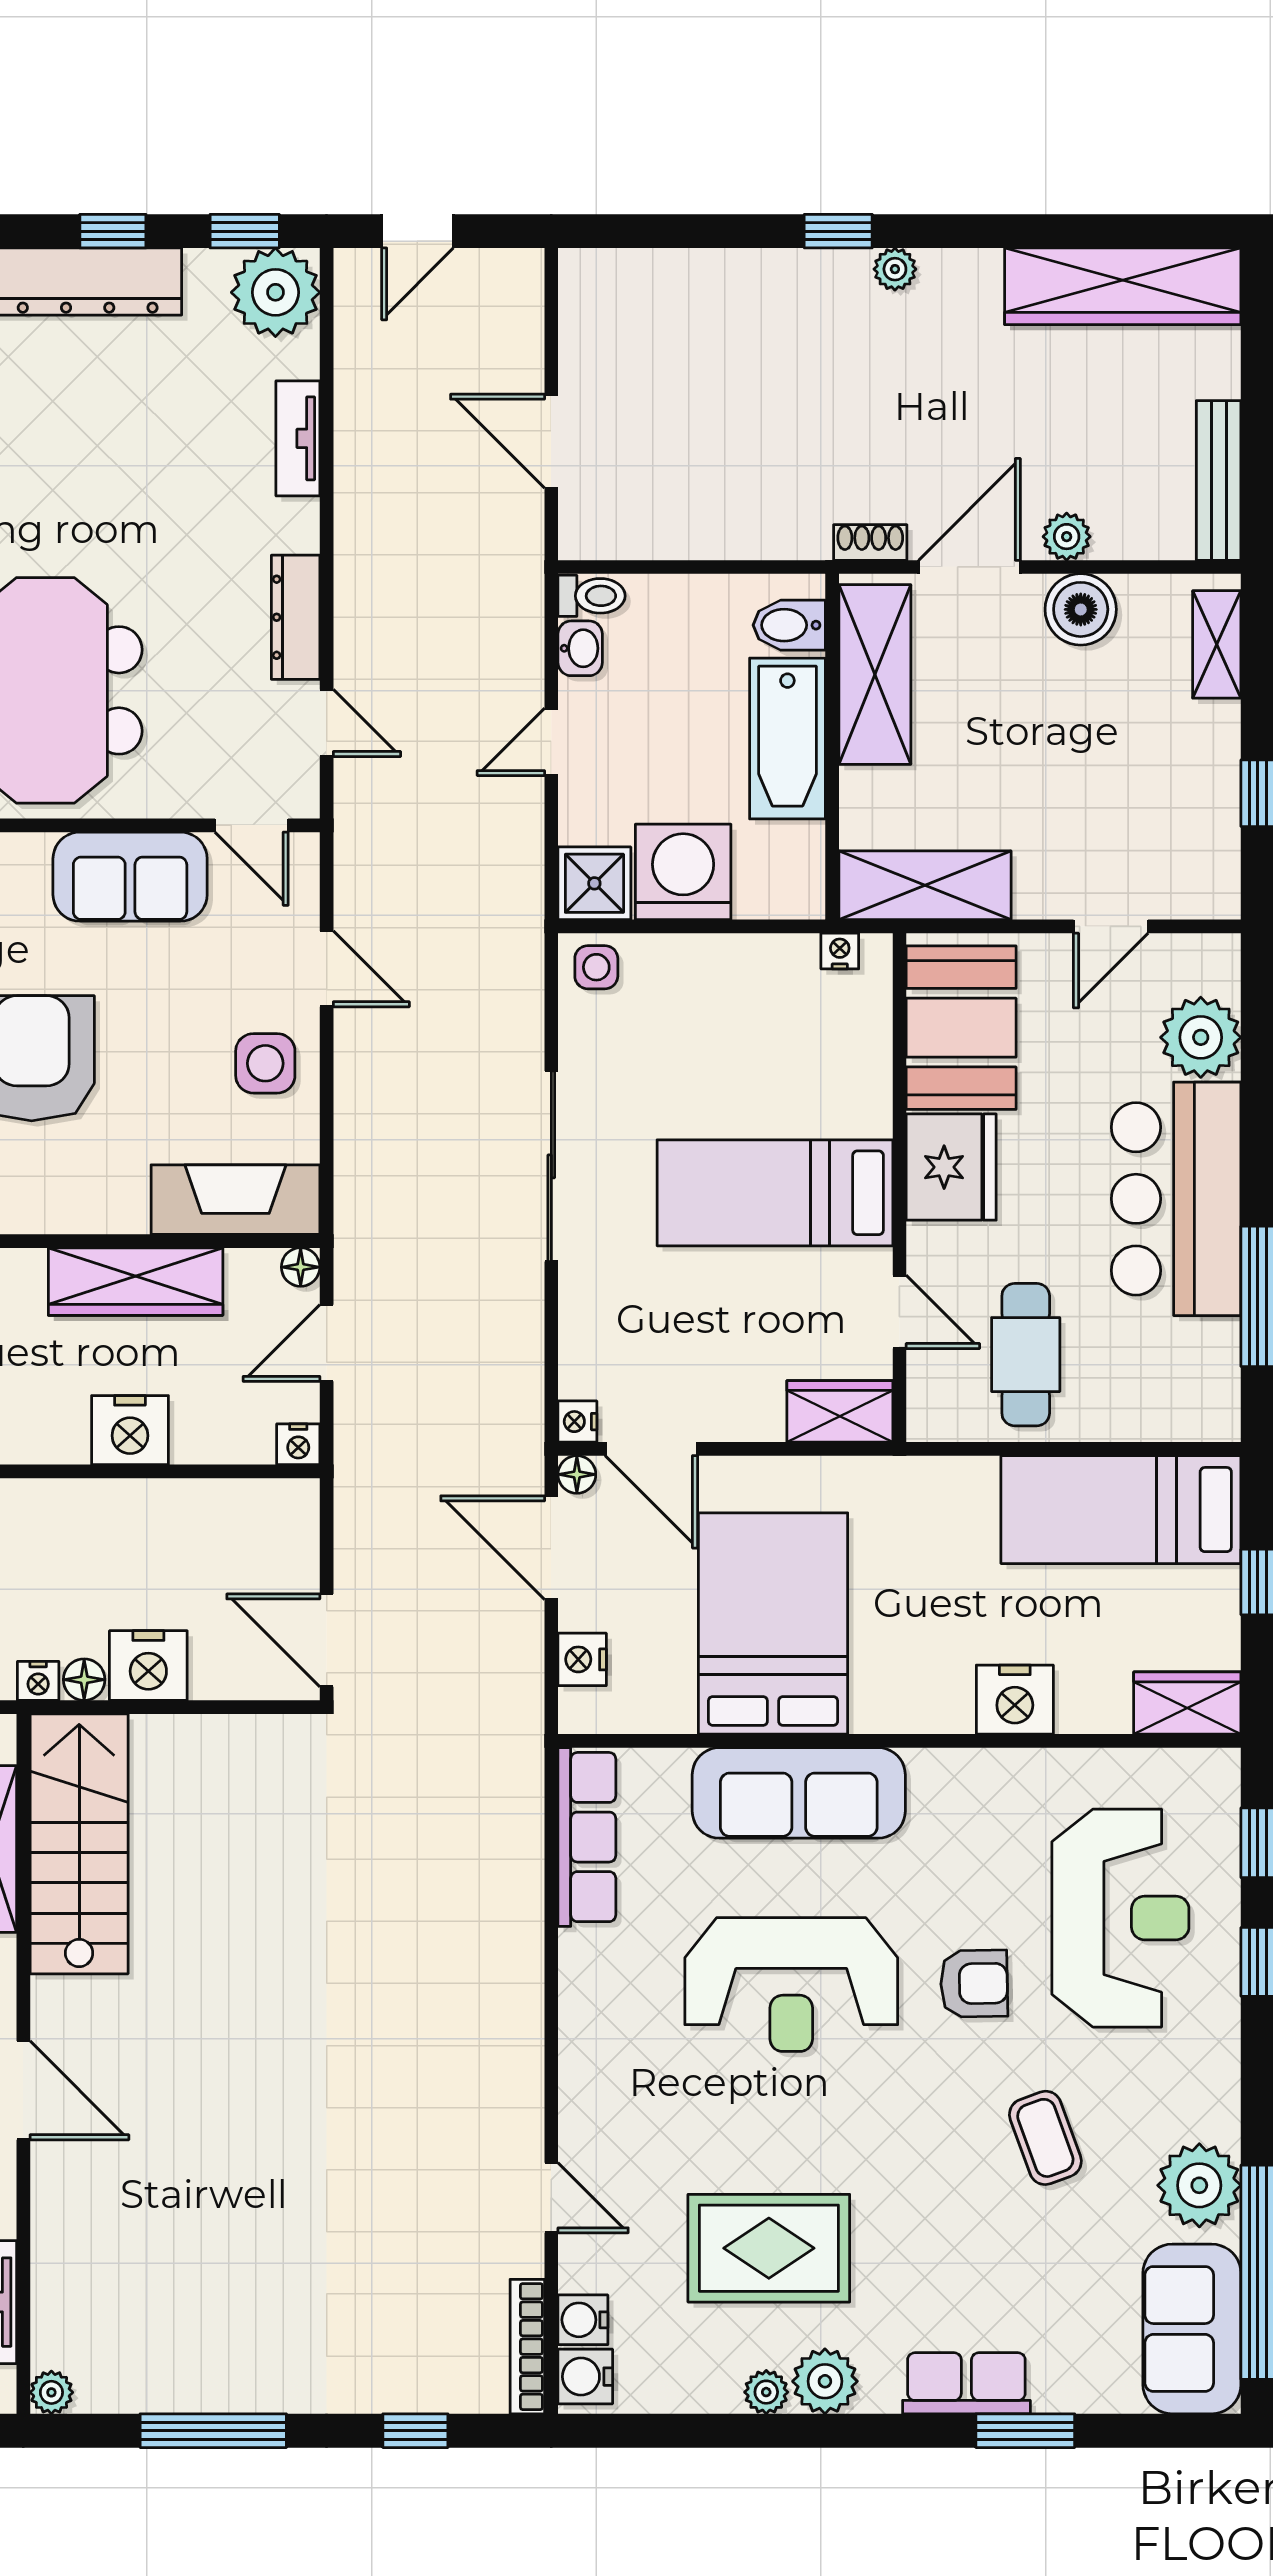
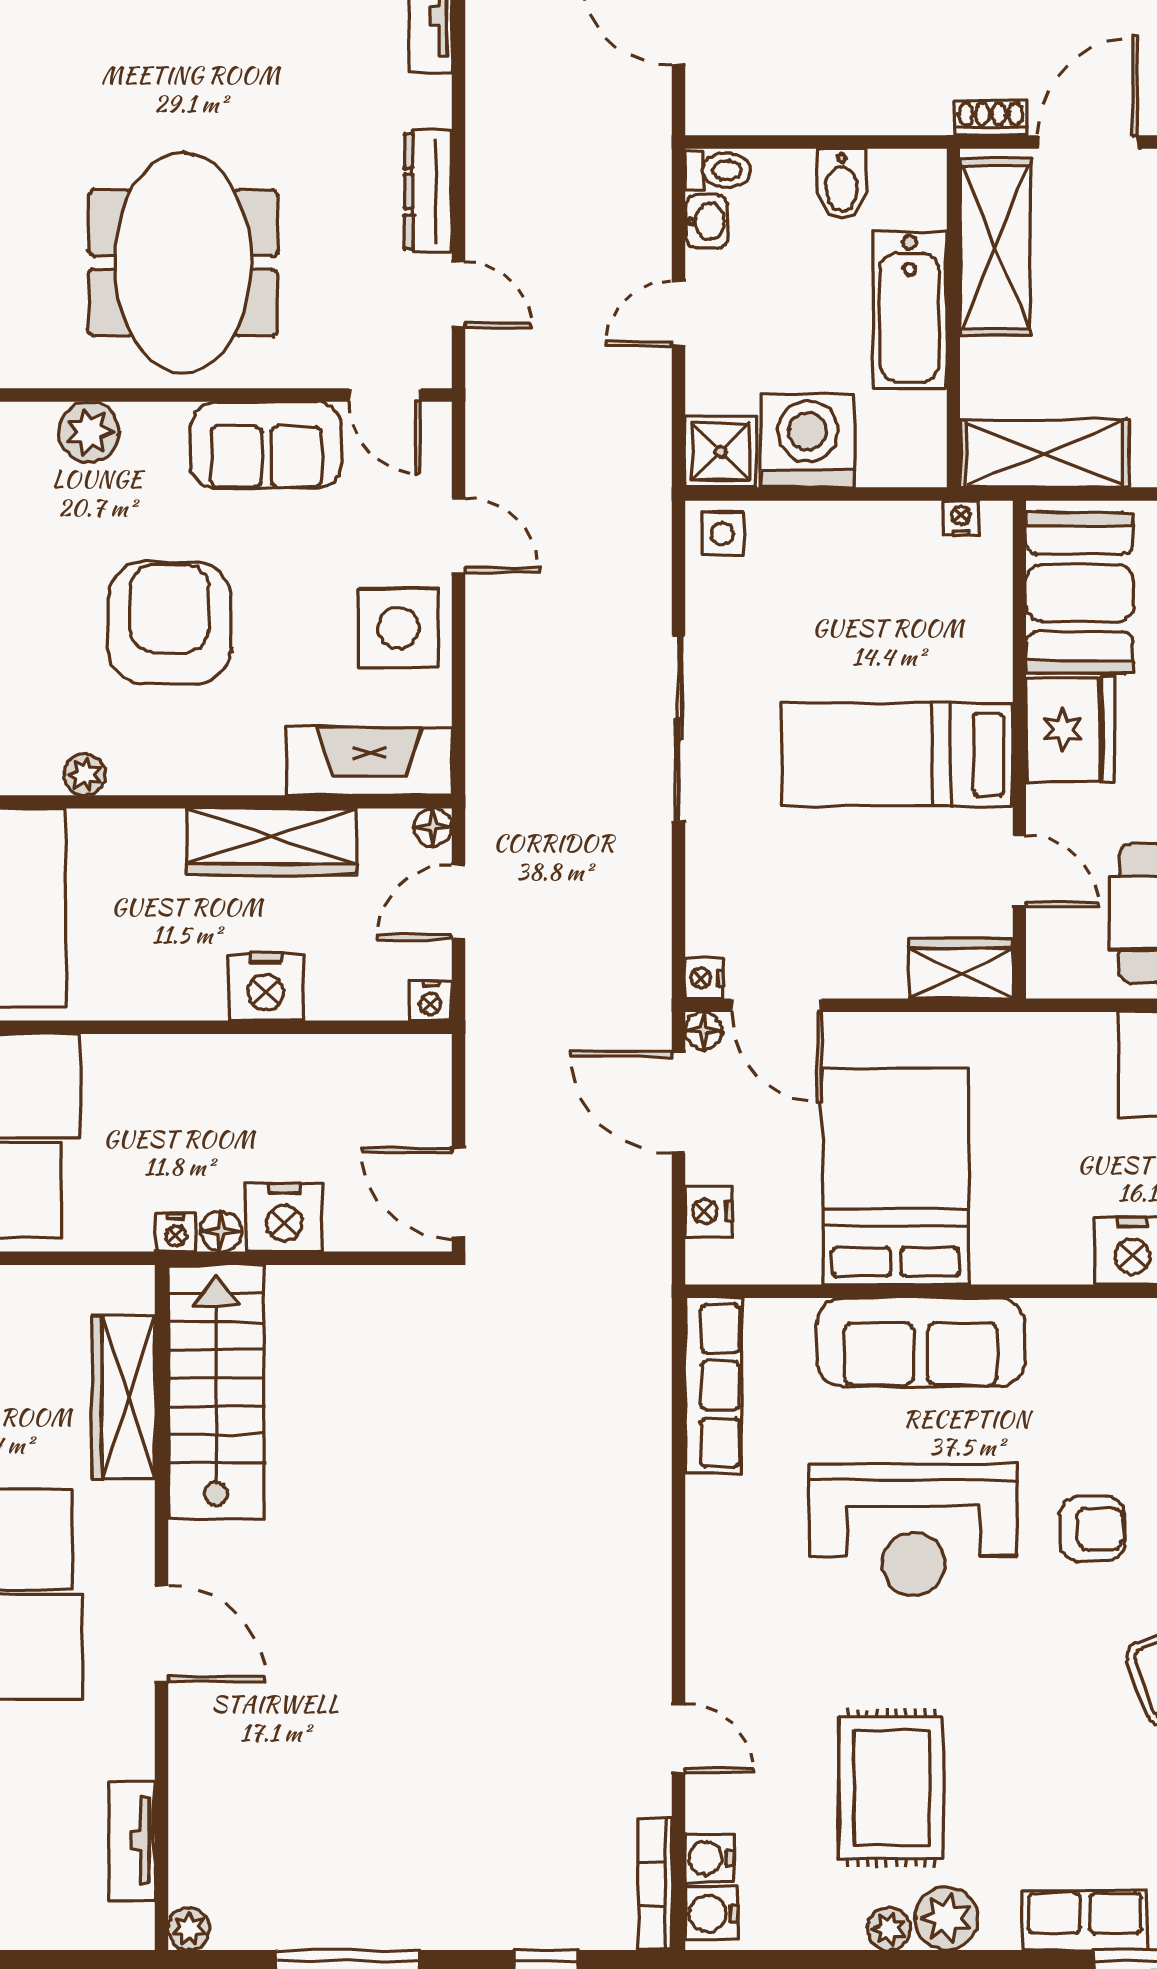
bidet: (789, 625) -> (842, 184), moved, turned -90
side table: (265, 1063) -> (398, 628), width x1.37, depth x1.37
rug: (769, 2248) -> (891, 1788), turned 90

